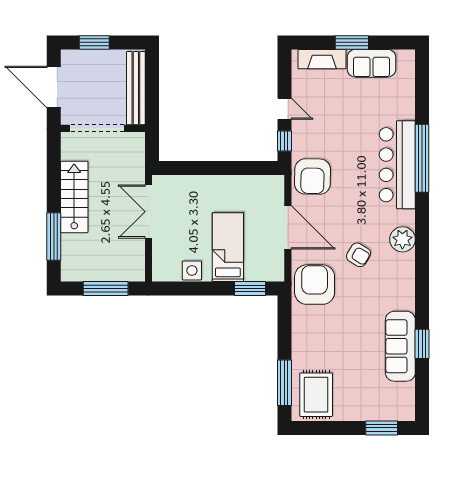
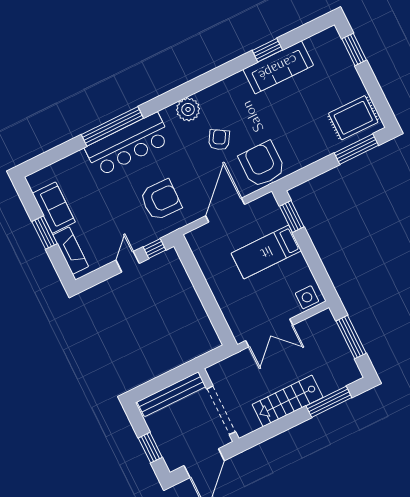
armchair: (313, 177) -> (161, 200), moved
side table: (192, 270) -> (307, 297), moved
armchair: (315, 285) -> (262, 164), turned 90

